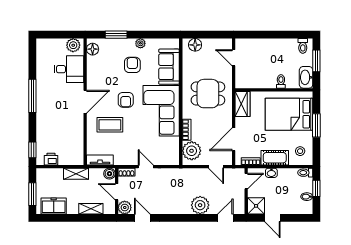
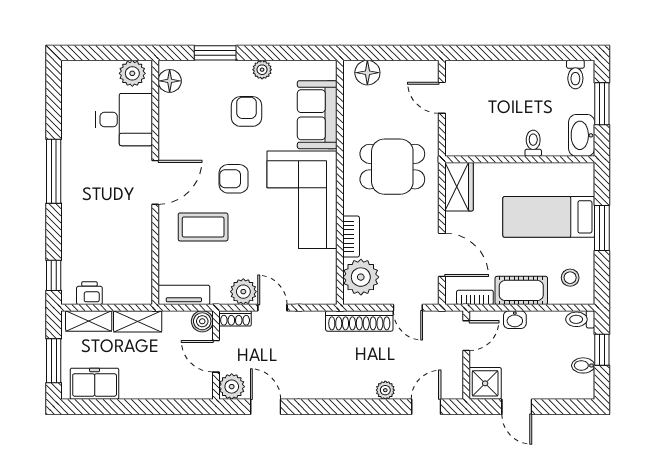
armchair: (126, 100) -> (234, 179), turned 90
bed: (289, 114) -> (549, 217), width x0.67
door: (234, 139) -> (442, 255), swing flipped
plant: (131, 158) -> (243, 292), added
shoe rack: (191, 173) -> (359, 321), added
plant: (200, 205) -> (385, 390), width x0.53, depth x0.53
shelving: (91, 209) -> (89, 321), moved

